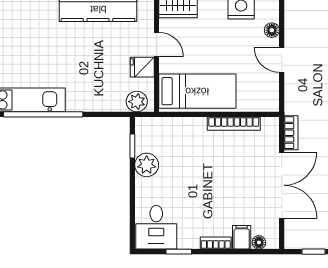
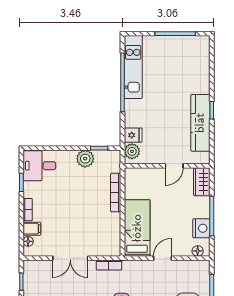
floor lamp: (272, 30) -> (198, 251), moved
fridge: (142, 67) -> (133, 135), moved, turned 90
bed: (197, 91) -> (137, 228), moved, turned 180
bookcase: (234, 124) -> (116, 193), moved
double door: (282, 185) -> (70, 258), width x0.73

